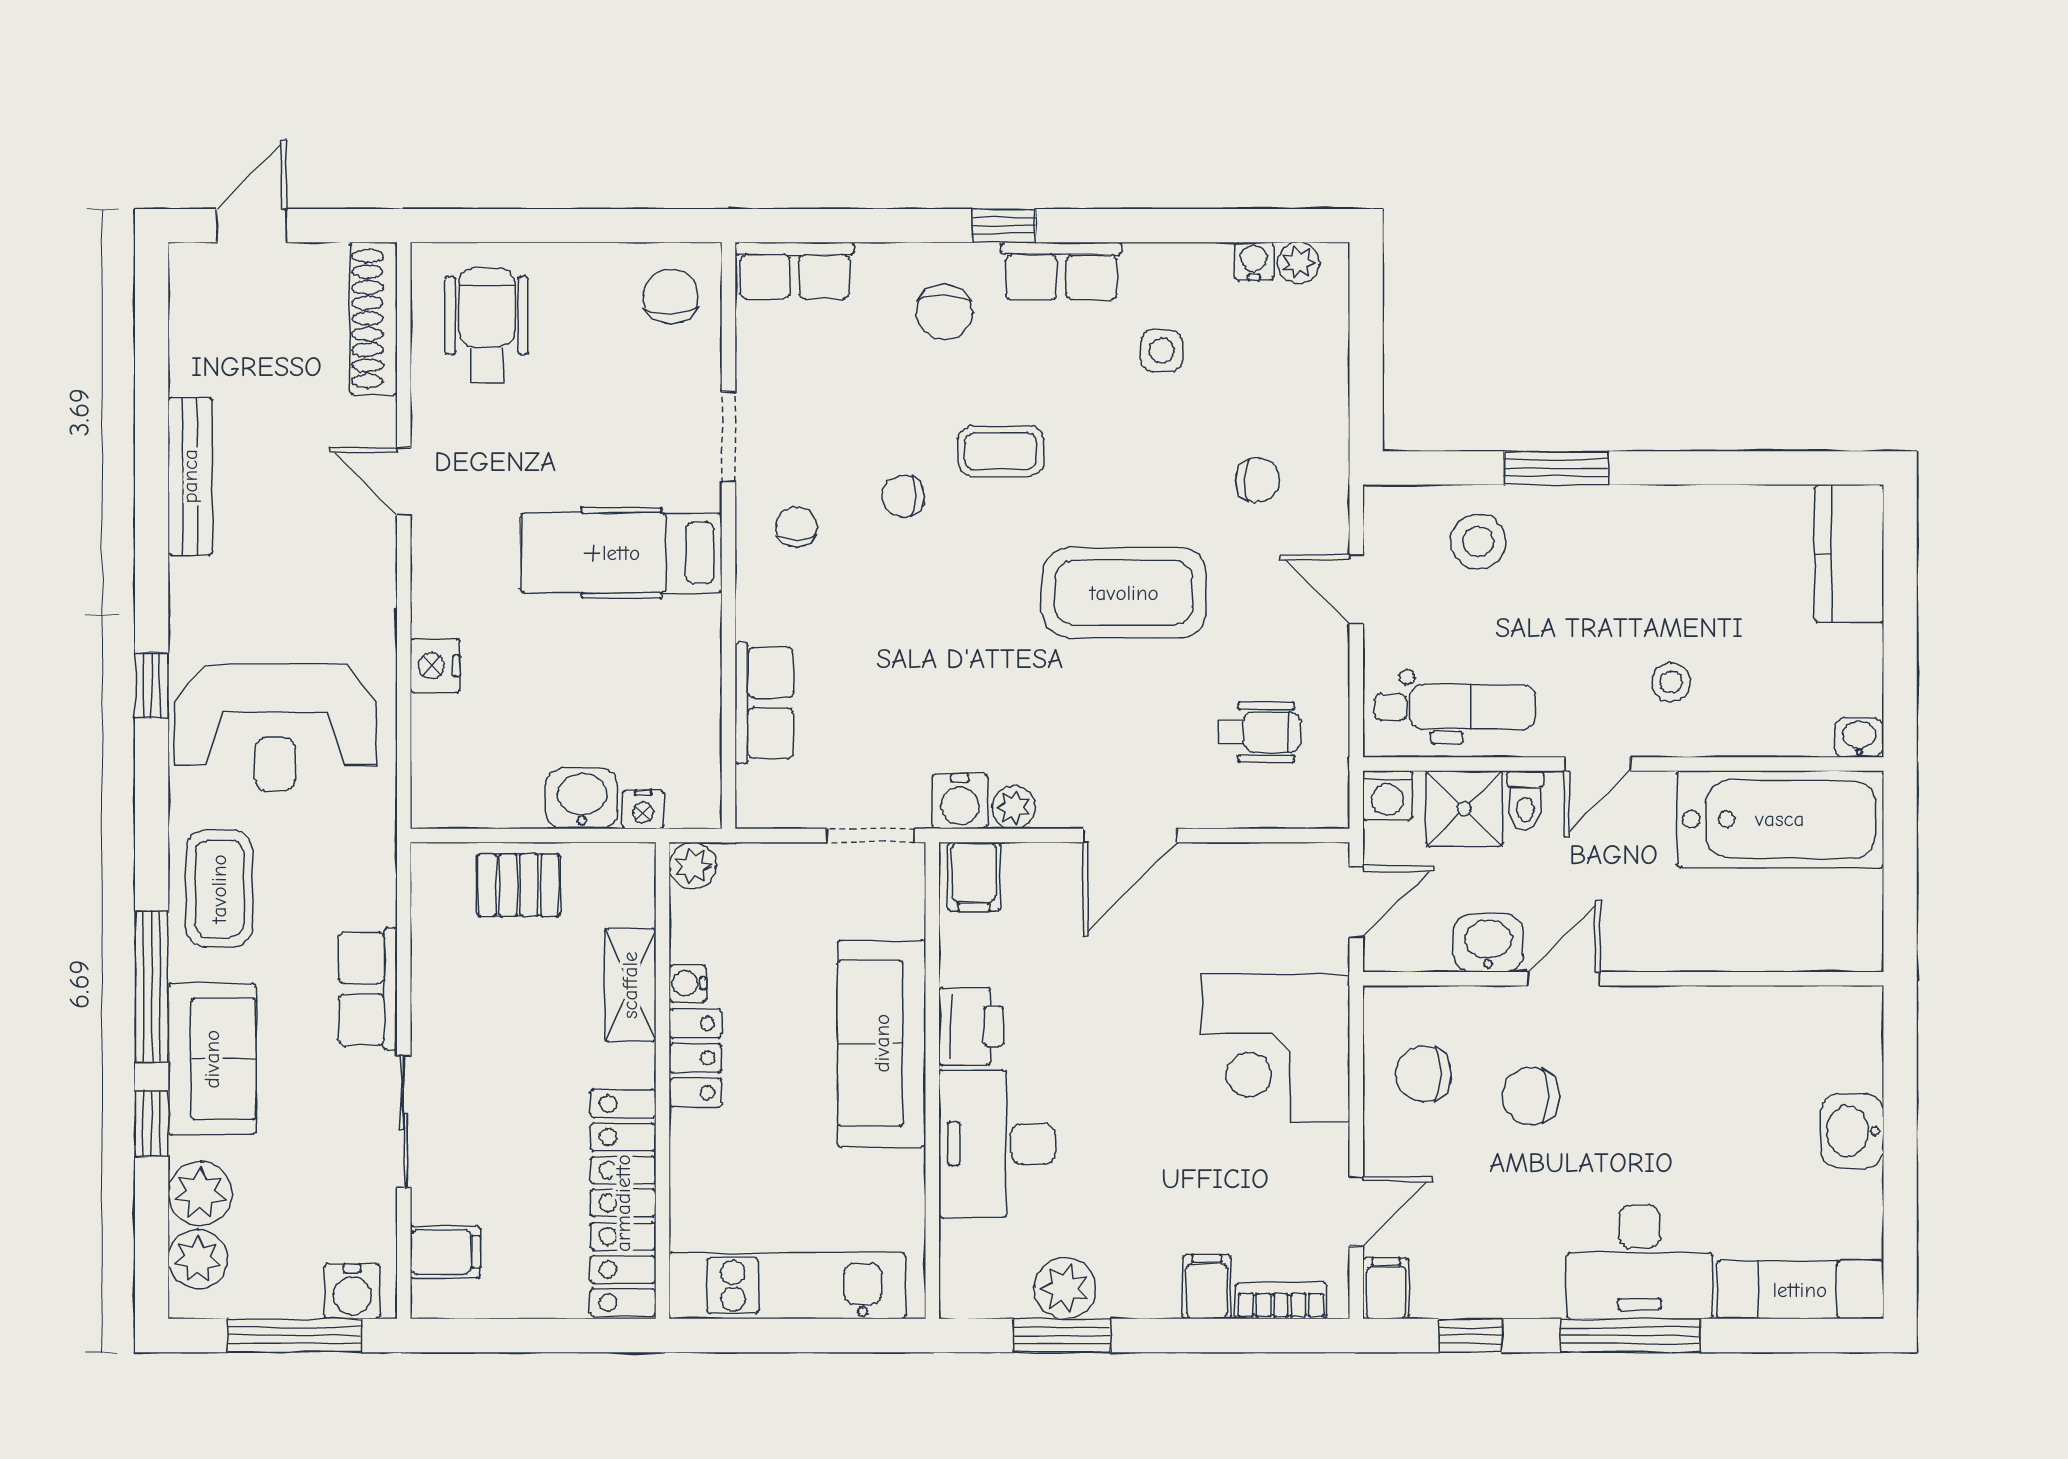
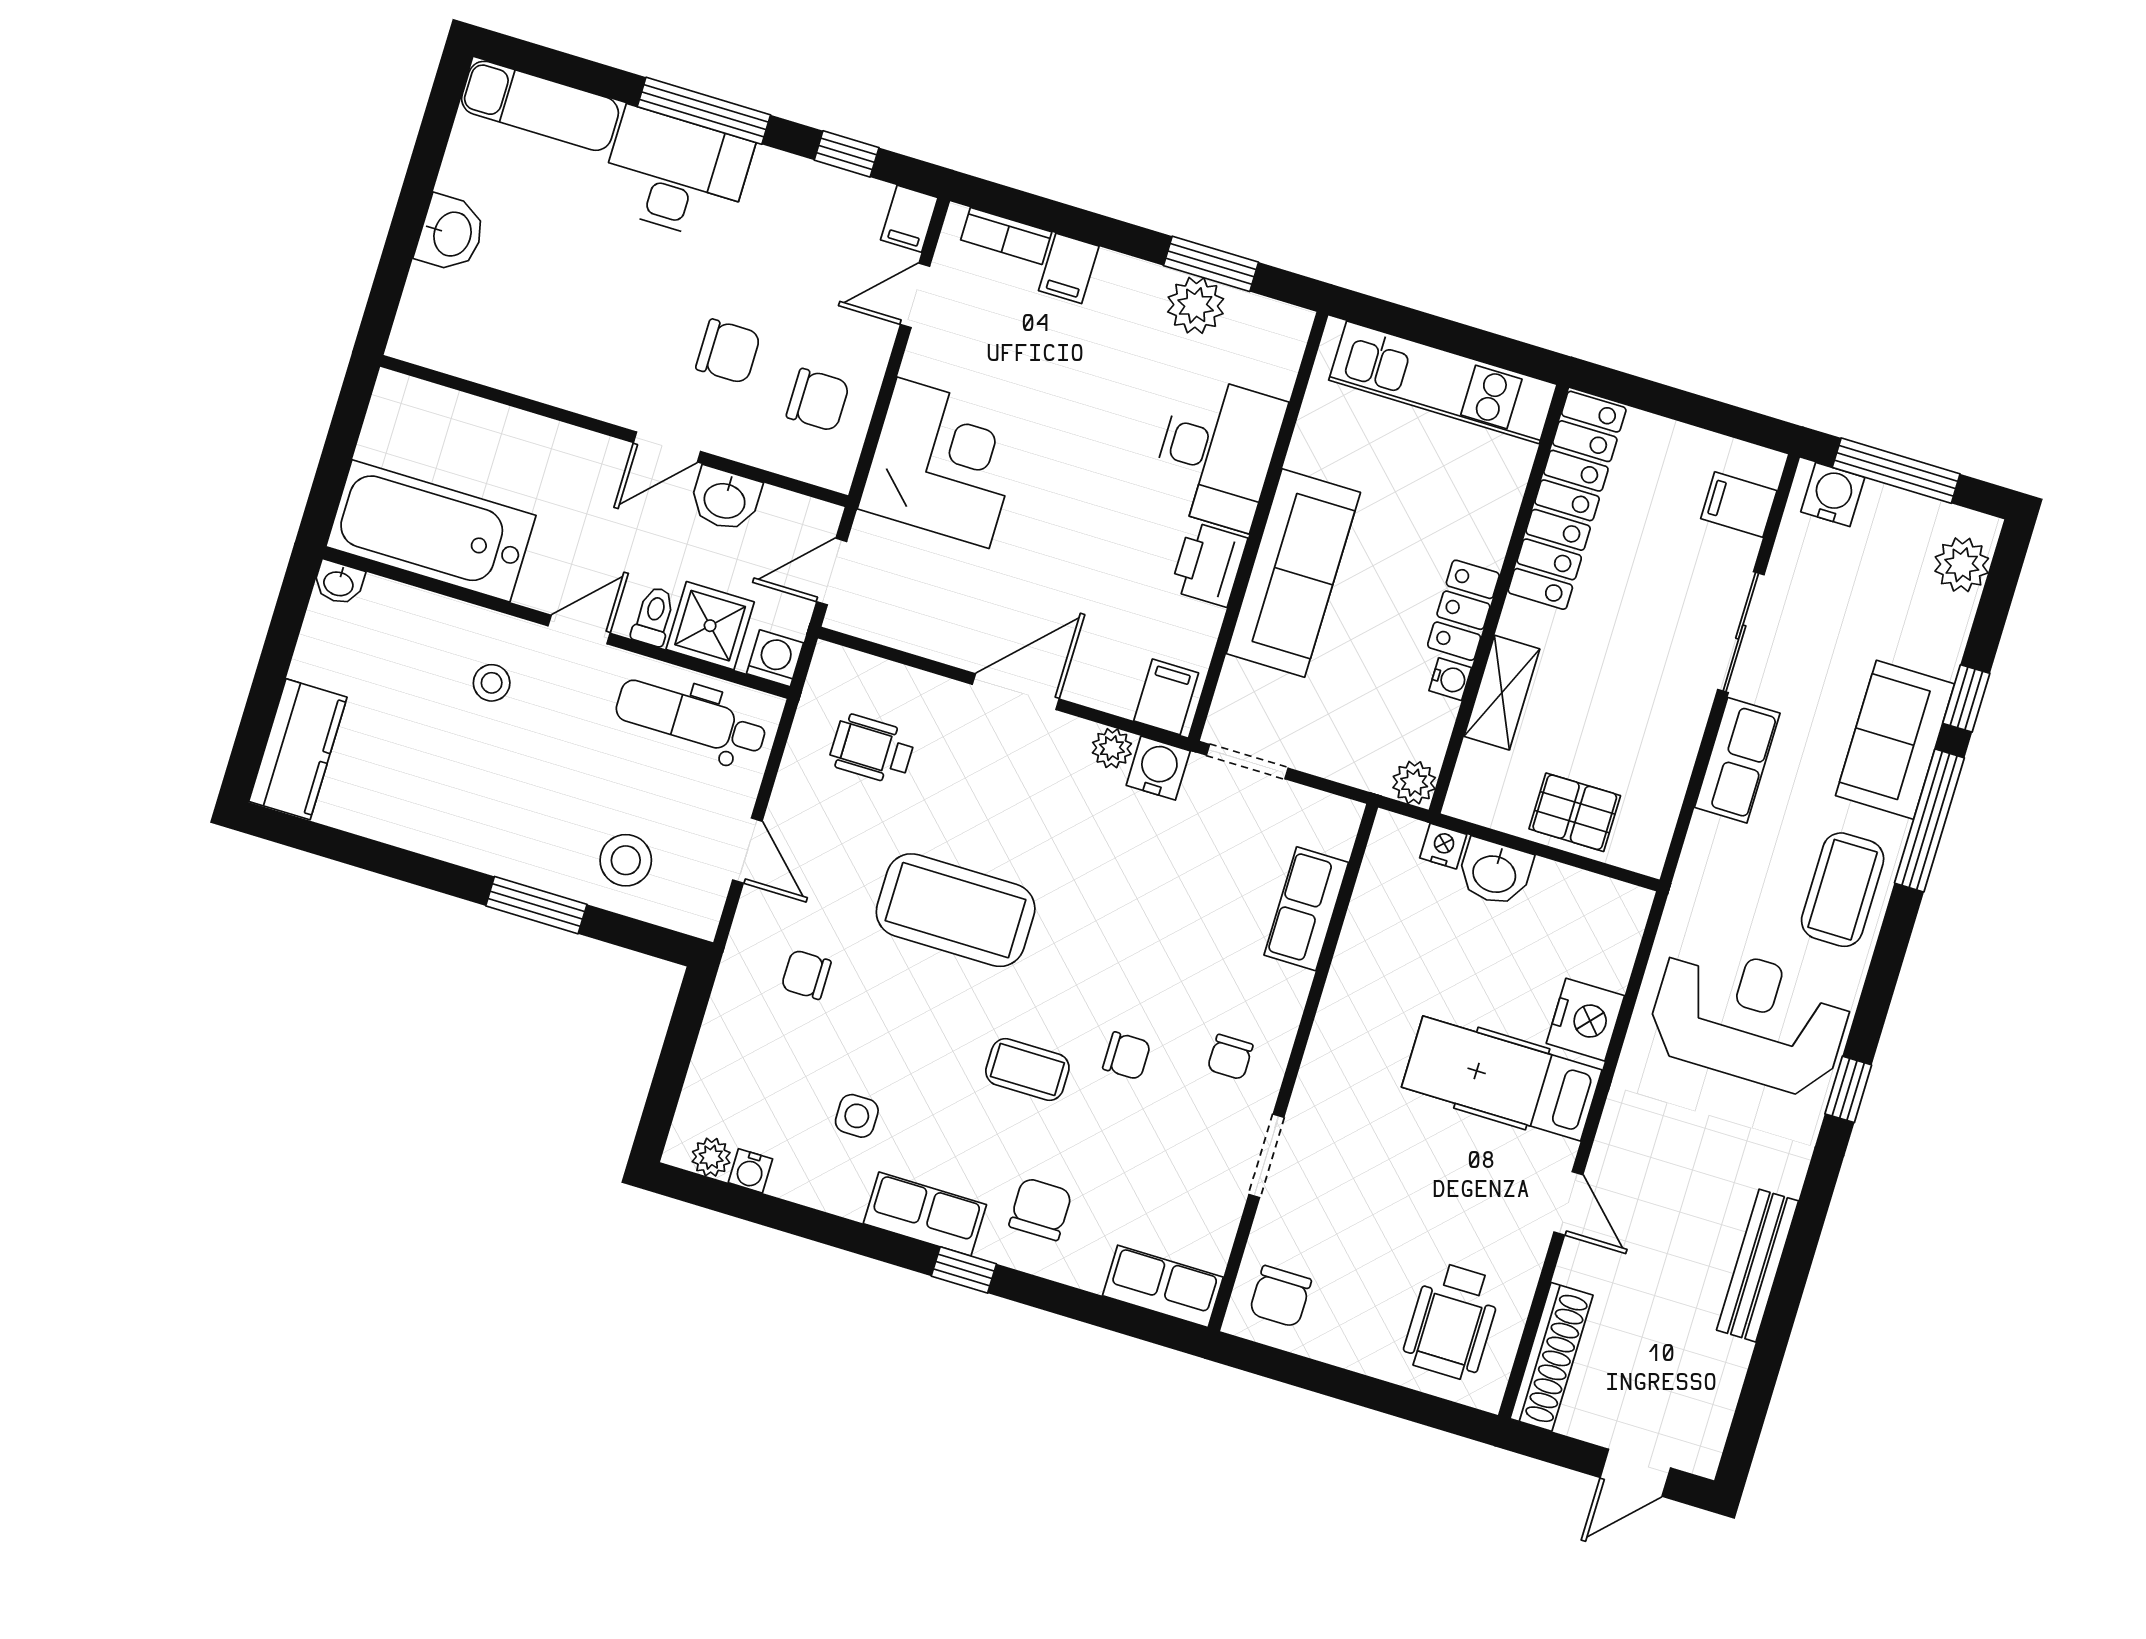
hospital bed: (621, 553) -> (1502, 1079), moved, turned 180
nightstand: (435, 666) -> (1585, 1020), width x1.36, depth x1.33
plant: (200, 1193) -> (1942, 623), removed

